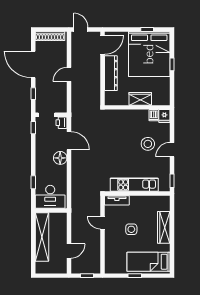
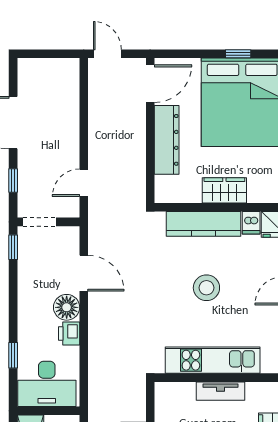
shoe rack: (50, 36) -> (46, 67), removed
door: (69, 74) -> (84, 183), moved
kitchen counter: (130, 116) -> (203, 224), added
printer: (61, 123) -> (69, 333), moved
stool: (148, 144) -> (206, 288), moved
tv unit: (117, 200) -> (221, 391), moved

